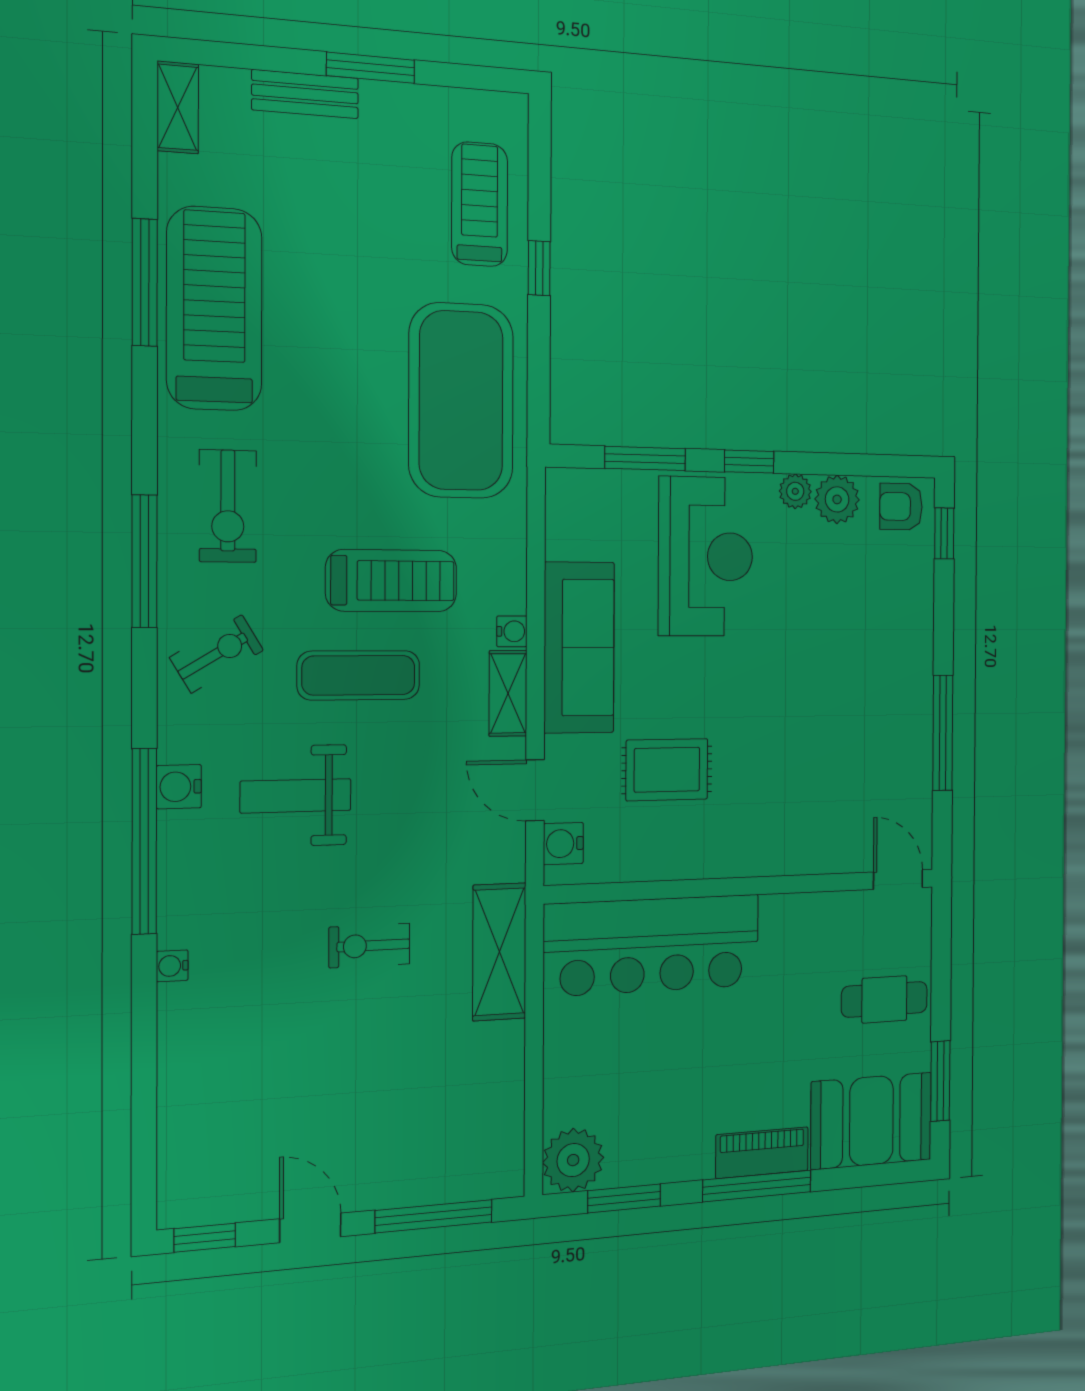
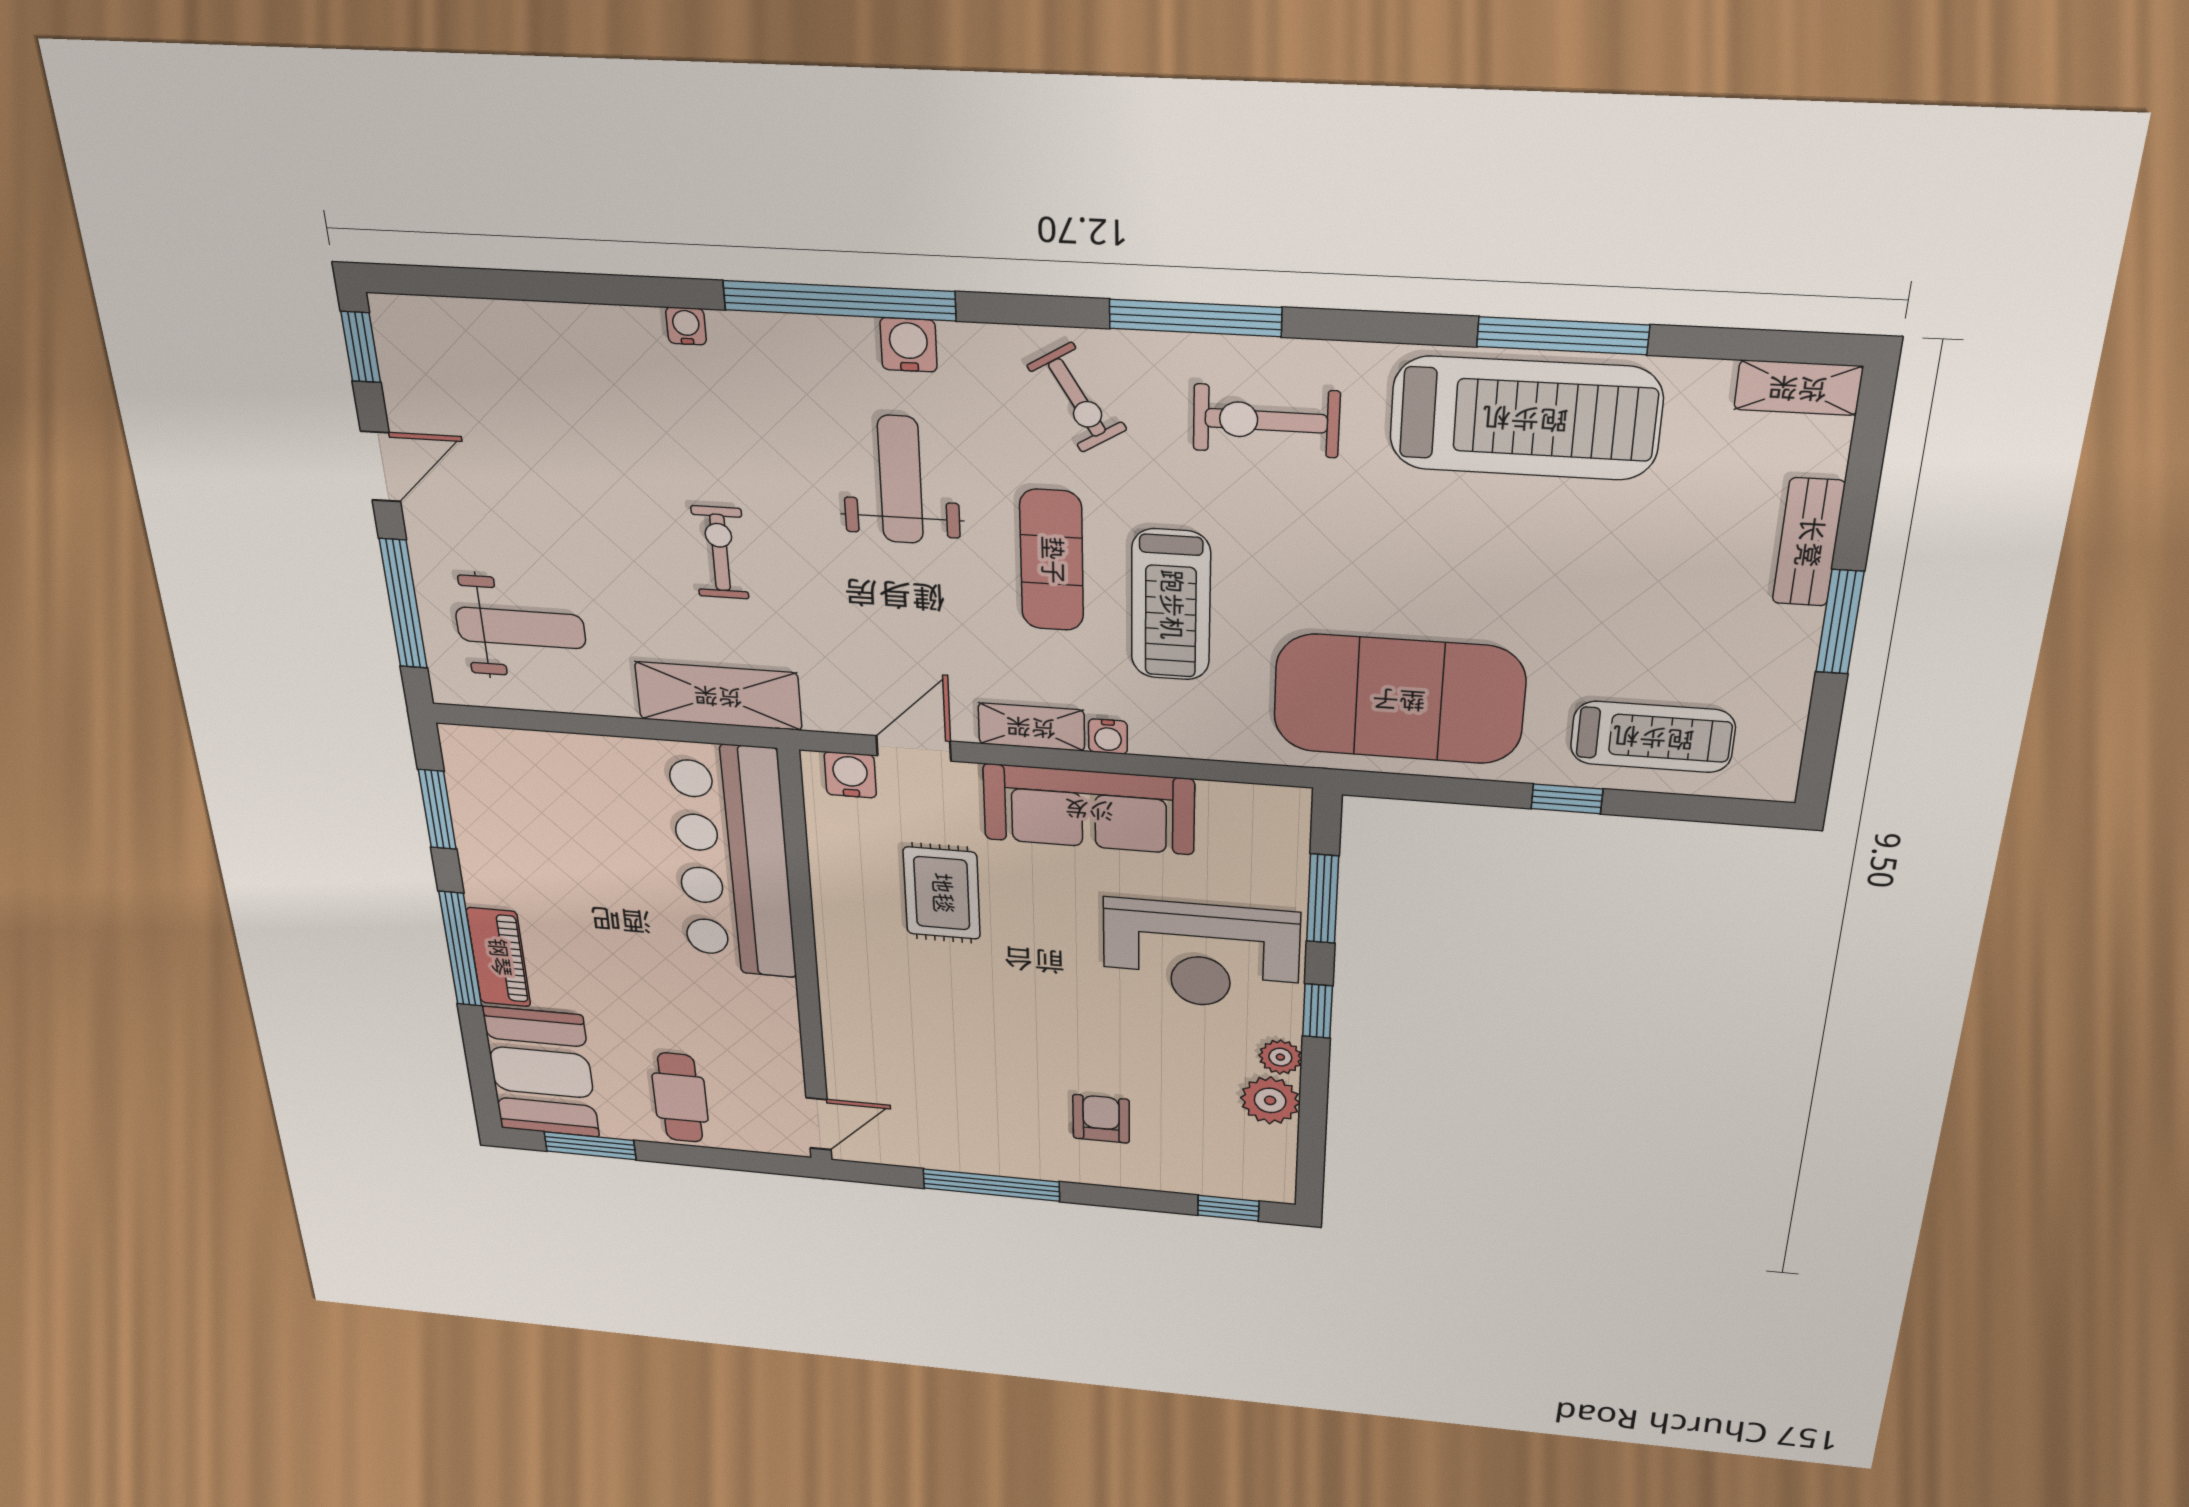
armchair: (901, 507) -> (1101, 1119), moved
weight bench: (449, 1117) -> (521, 628), added
plant: (573, 1160) -> (478, 759), removed

